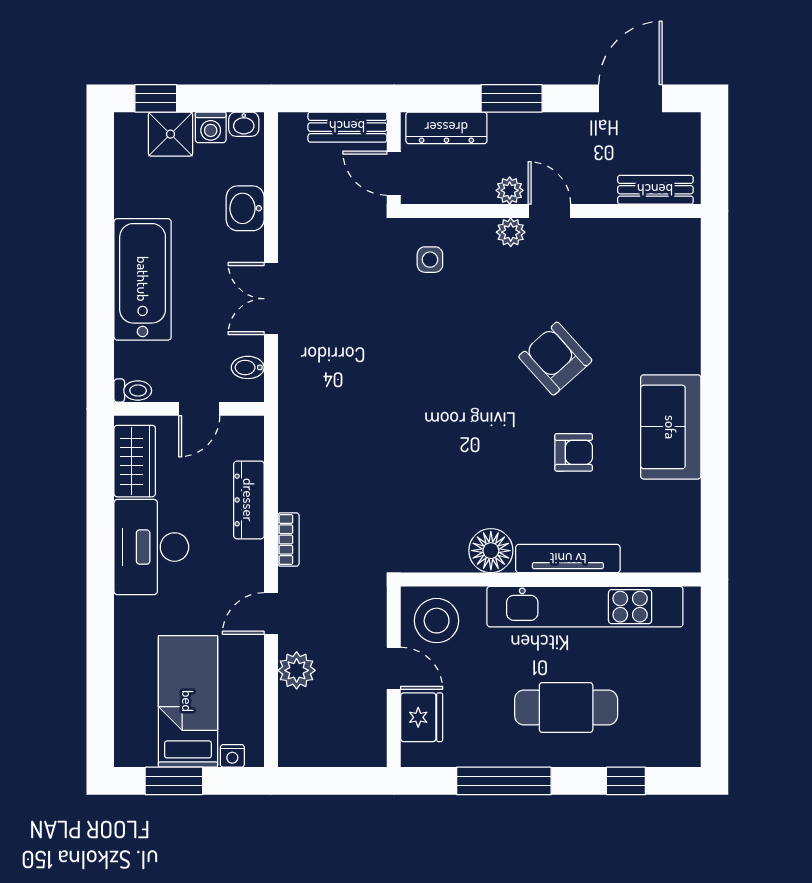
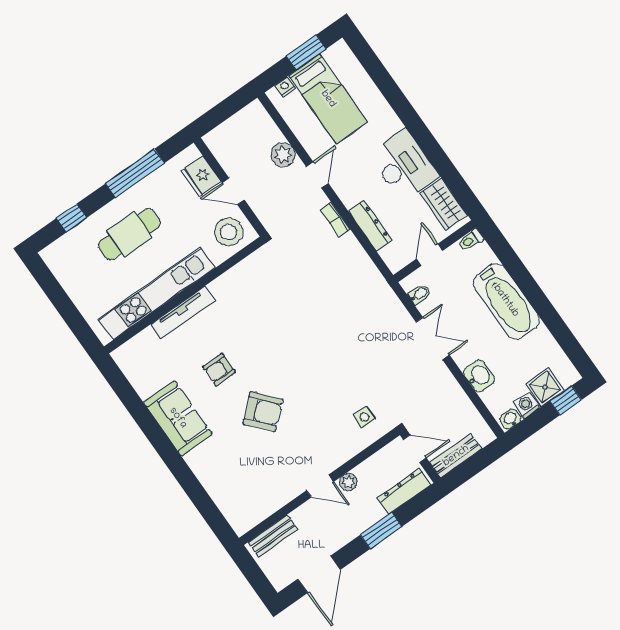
plant: (511, 232) -> (332, 461), removed
floor lamp: (491, 551) -> (226, 288), removed

